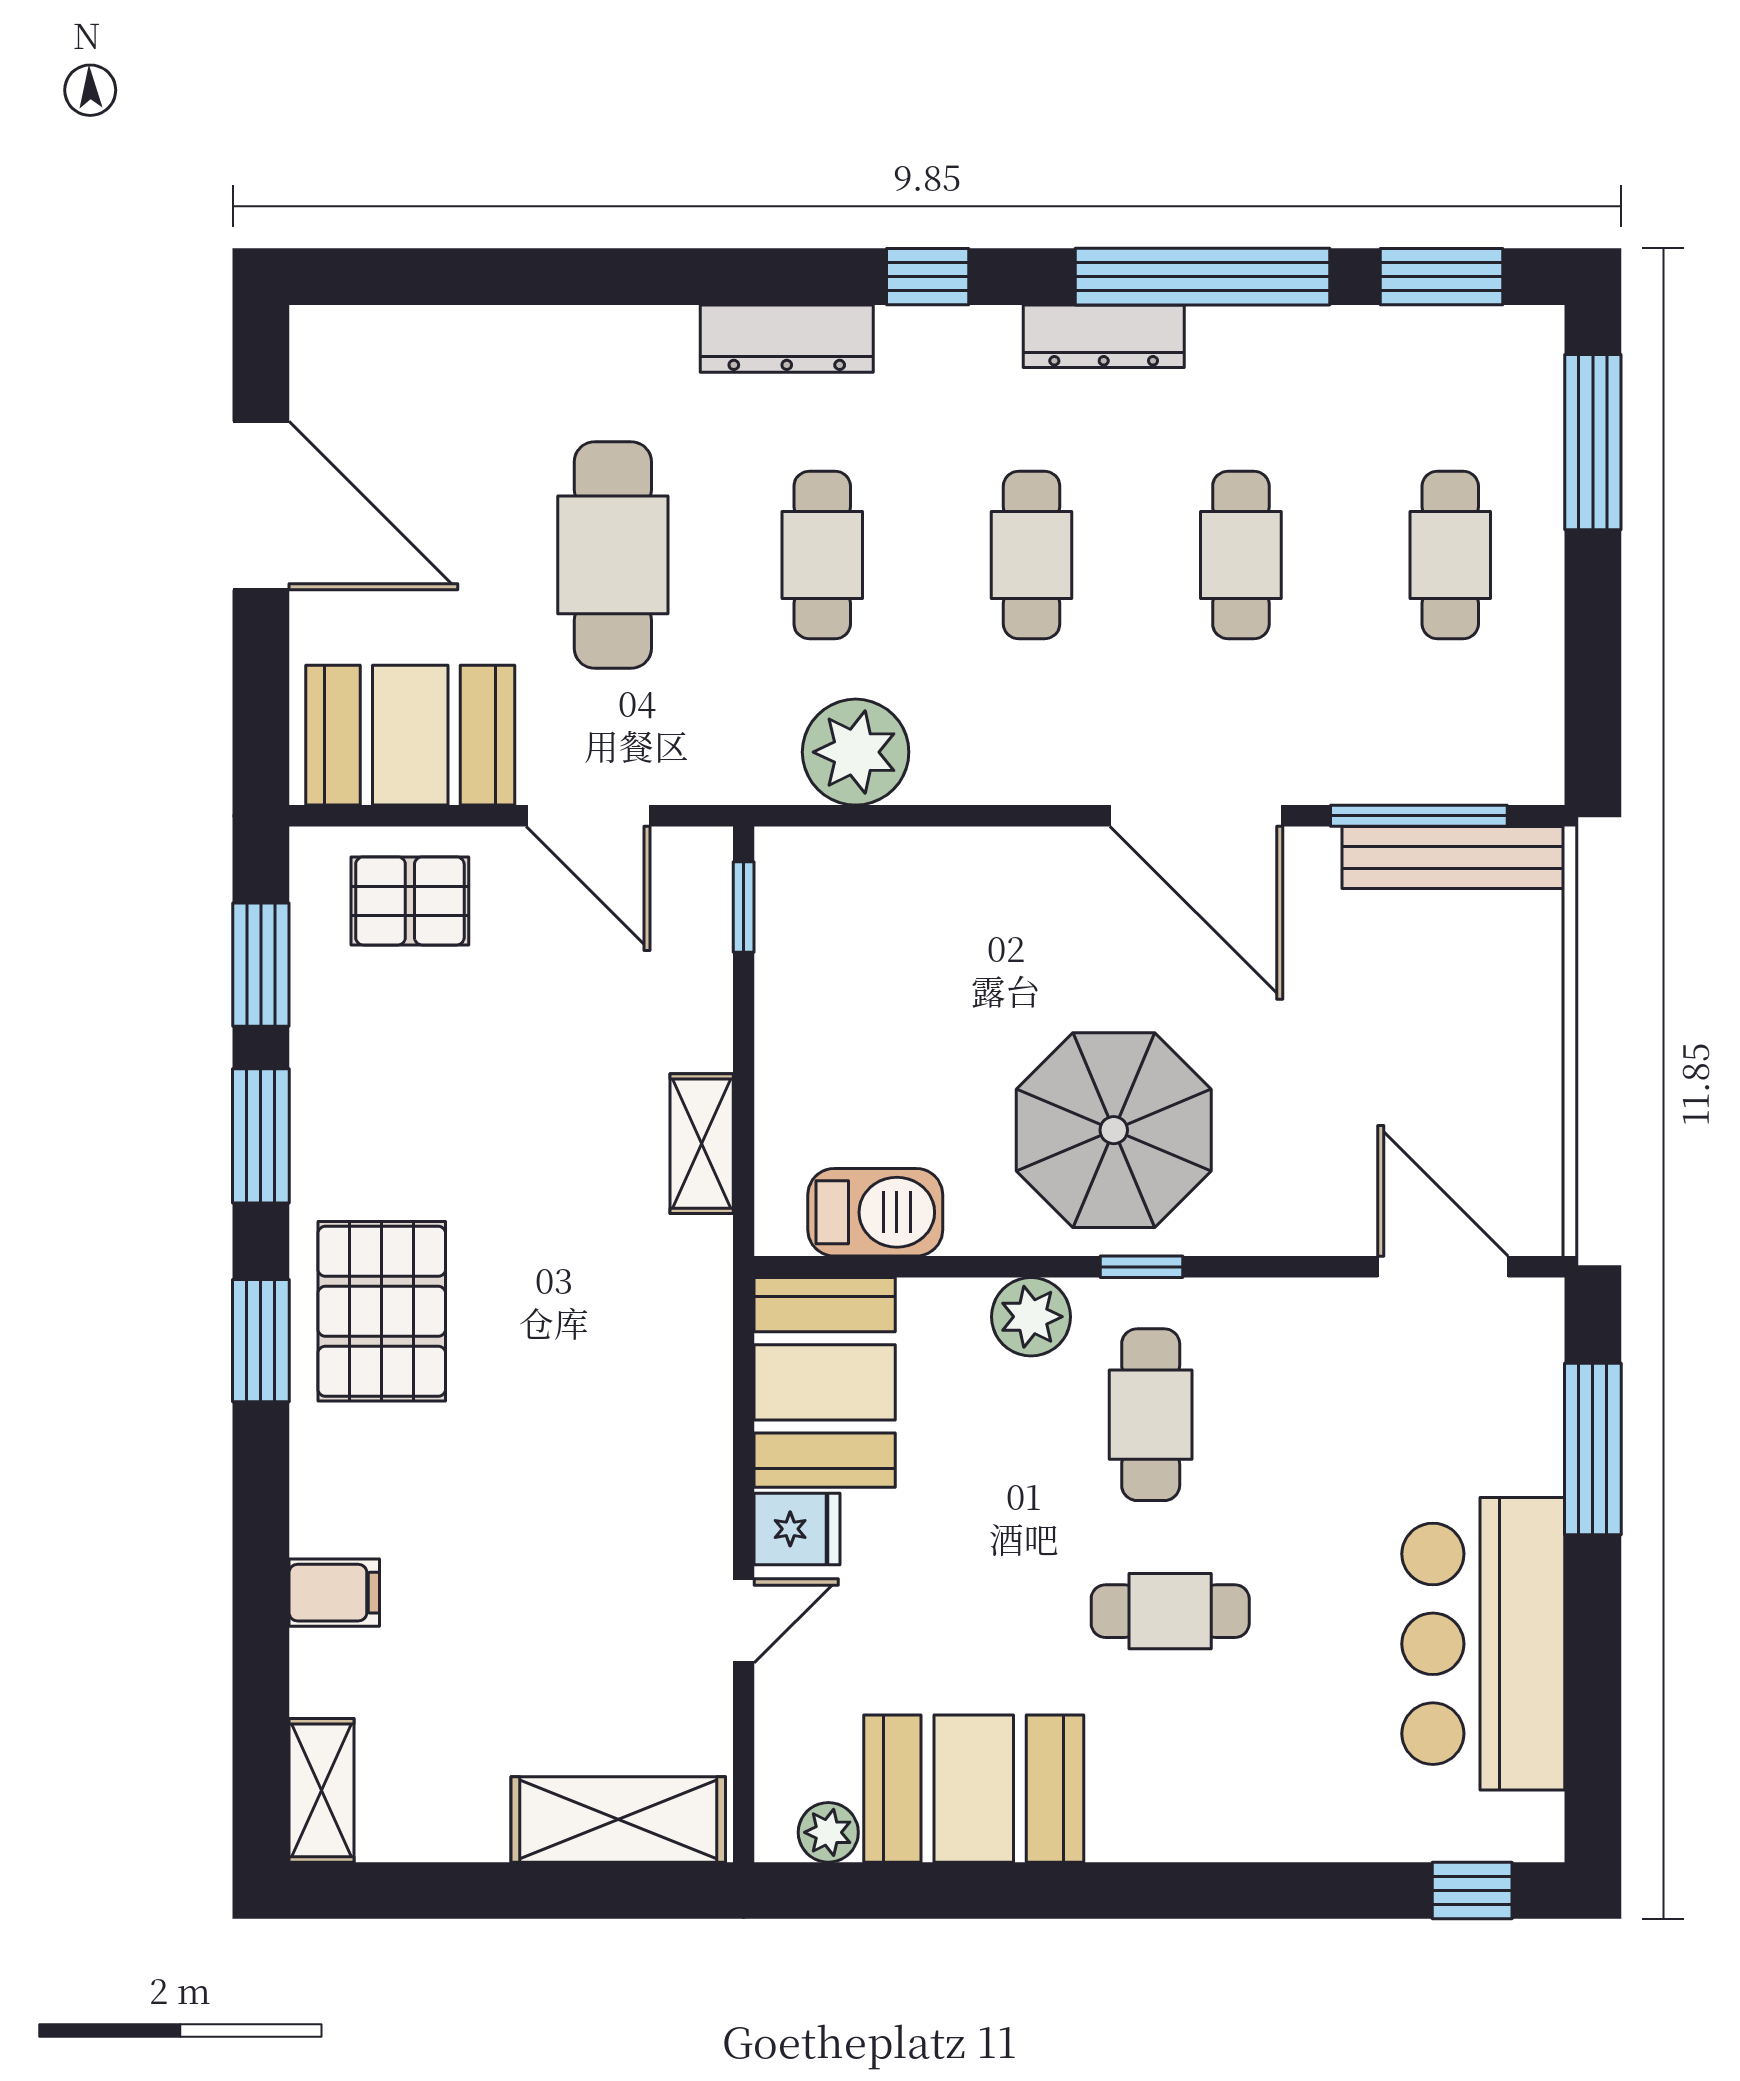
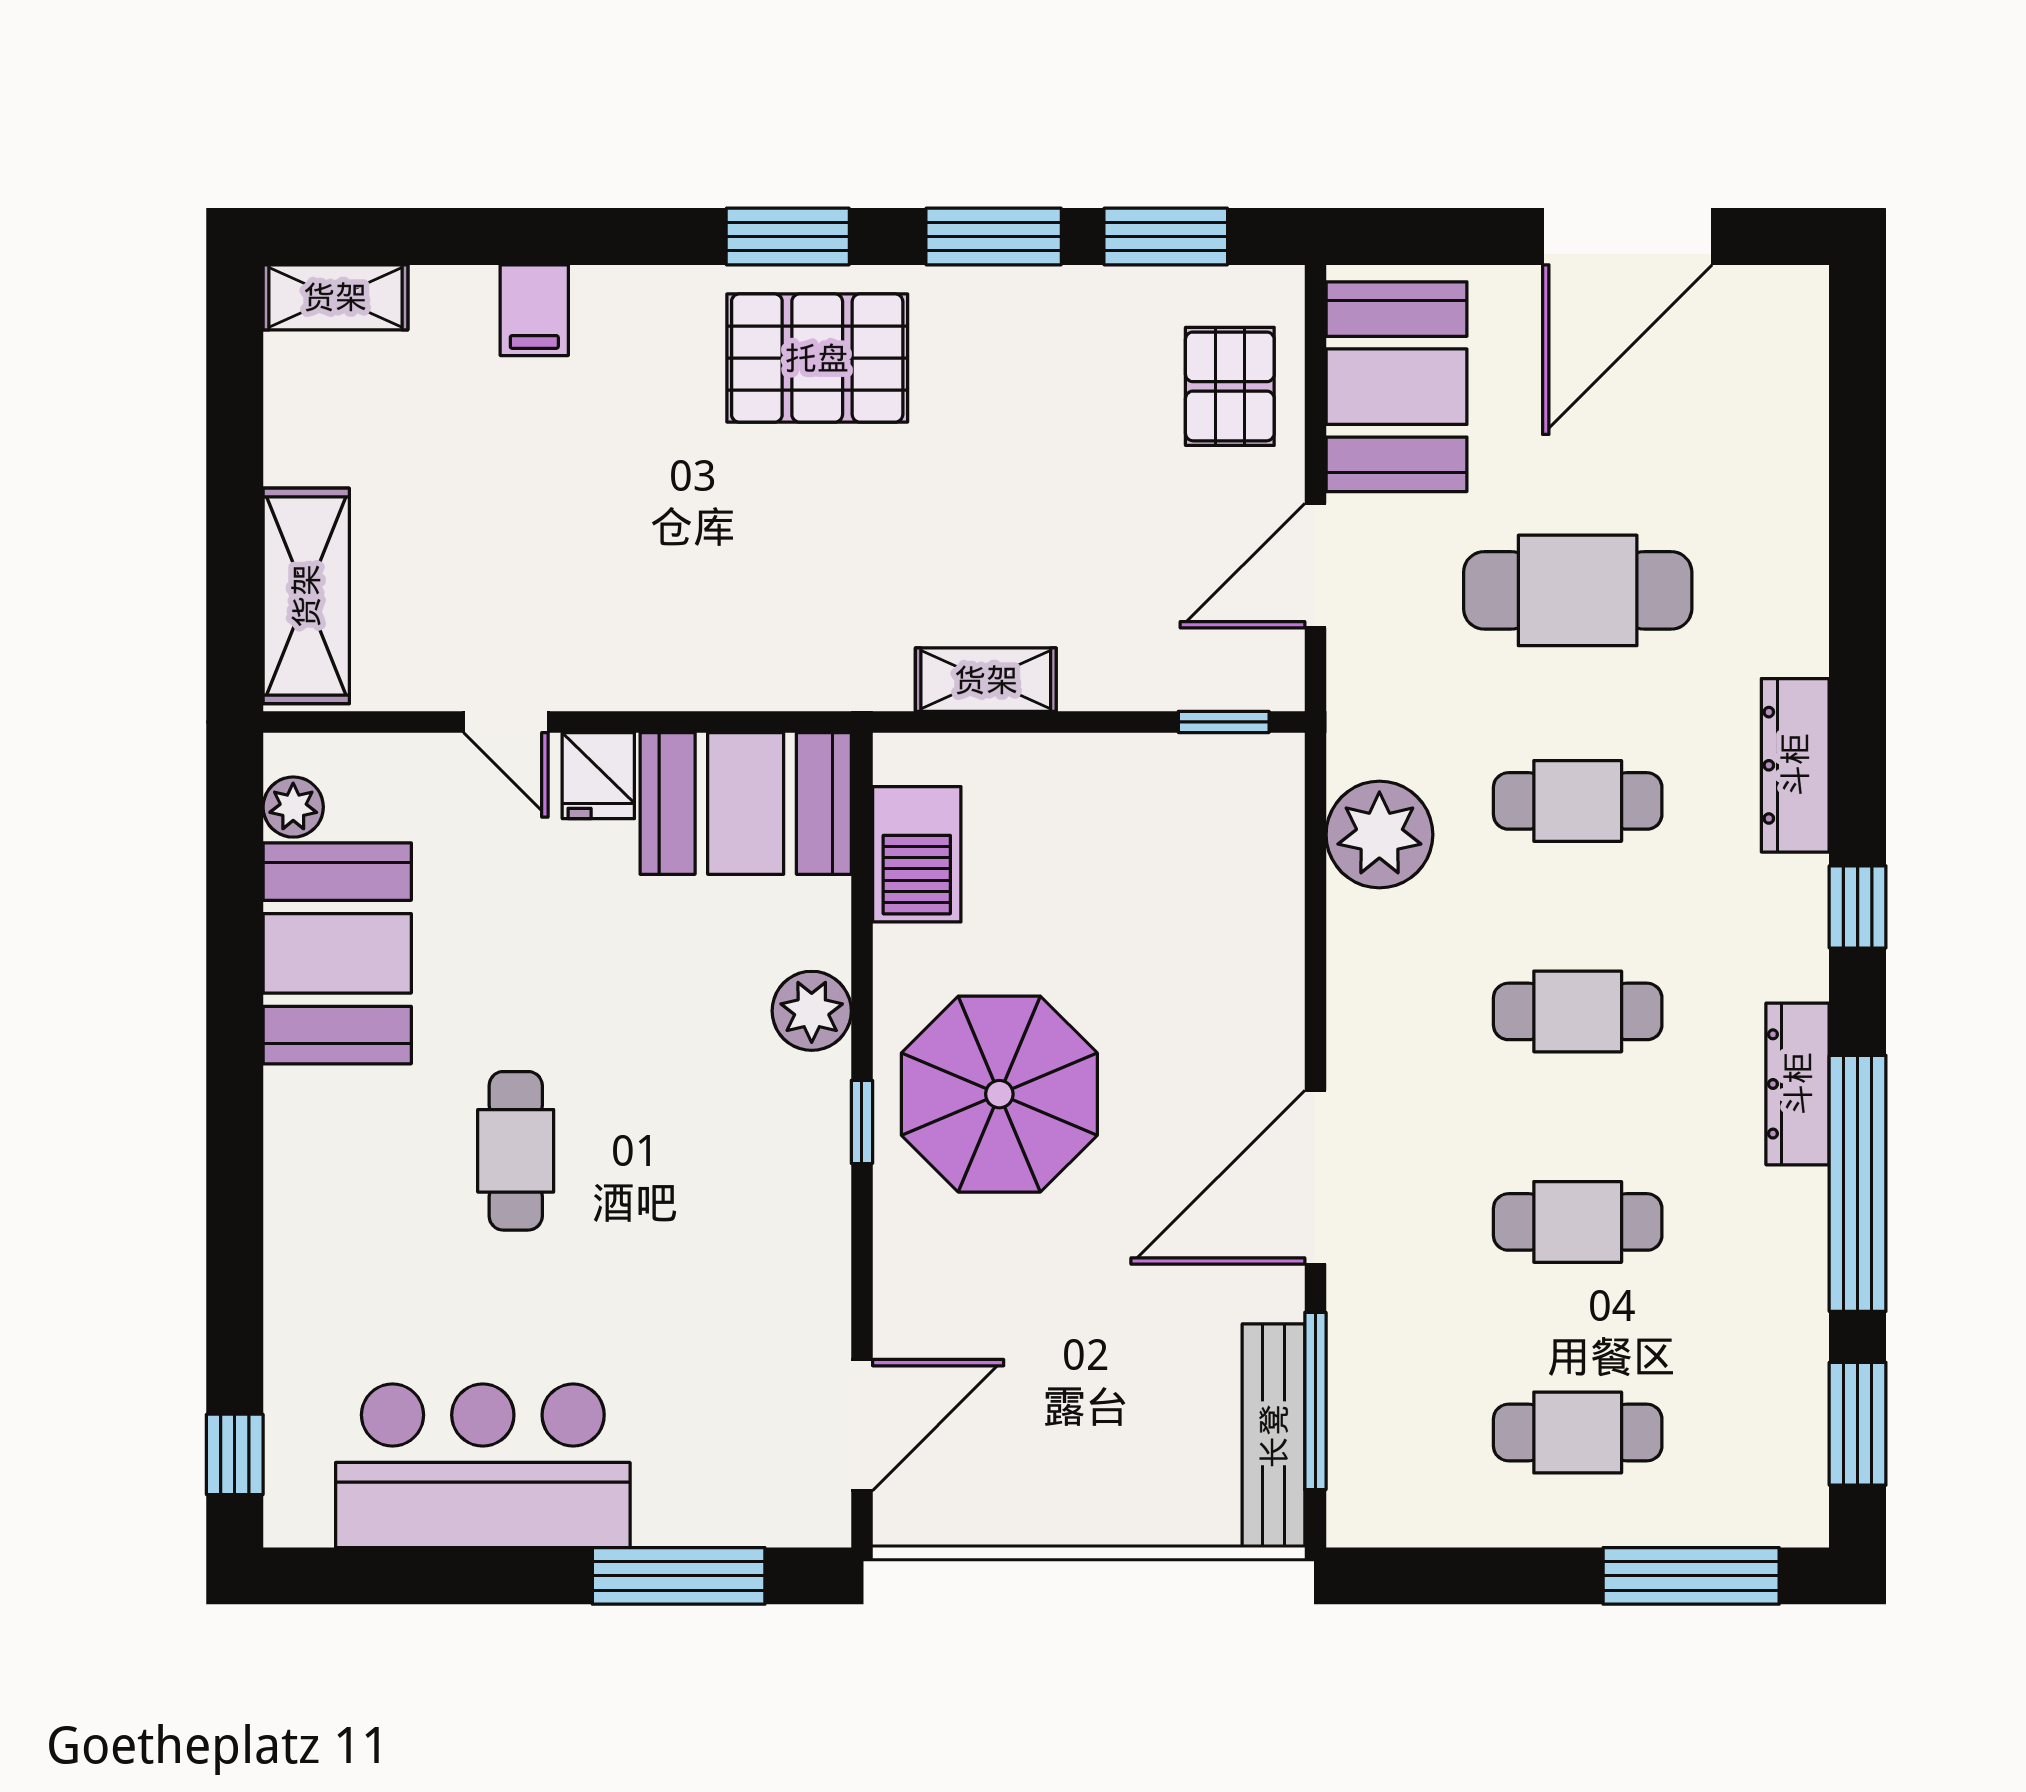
cafe table: (1151, 1415) -> (713, 1131), removed

